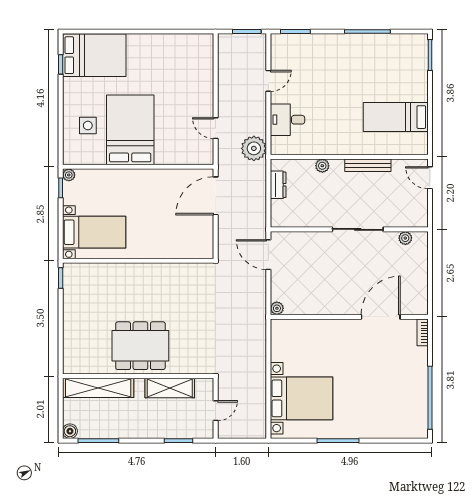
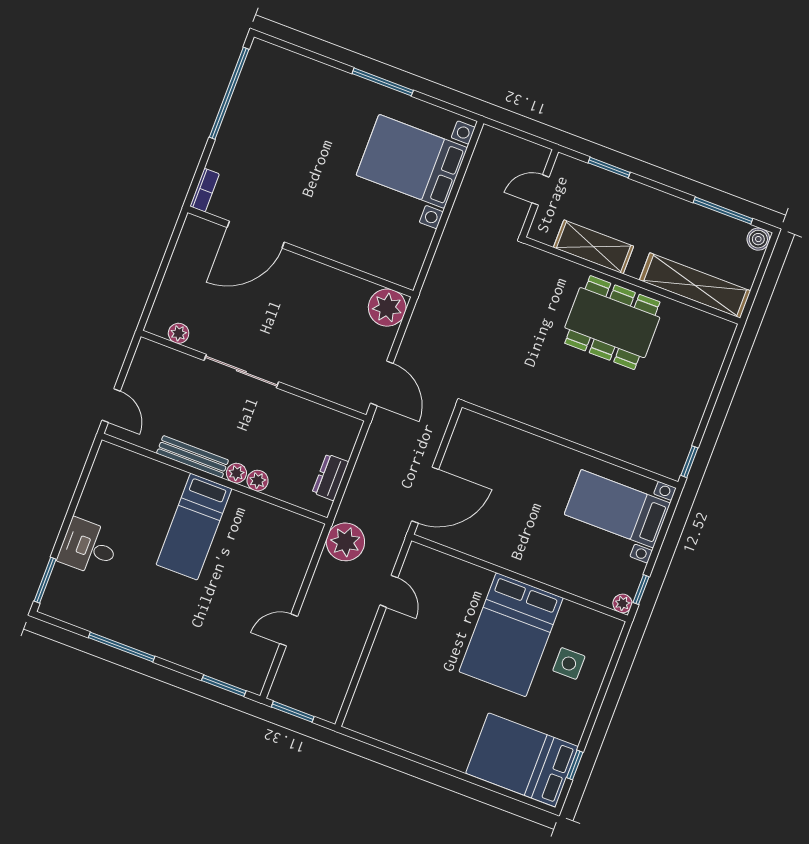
bed: (396, 117) -> (194, 527), moved, turned 90
desk: (287, 120) -> (89, 547), moved, turned 180
plant: (337, 165) -> (236, 473), added
plant: (277, 308) -> (387, 308), width x1.87, depth x1.87

